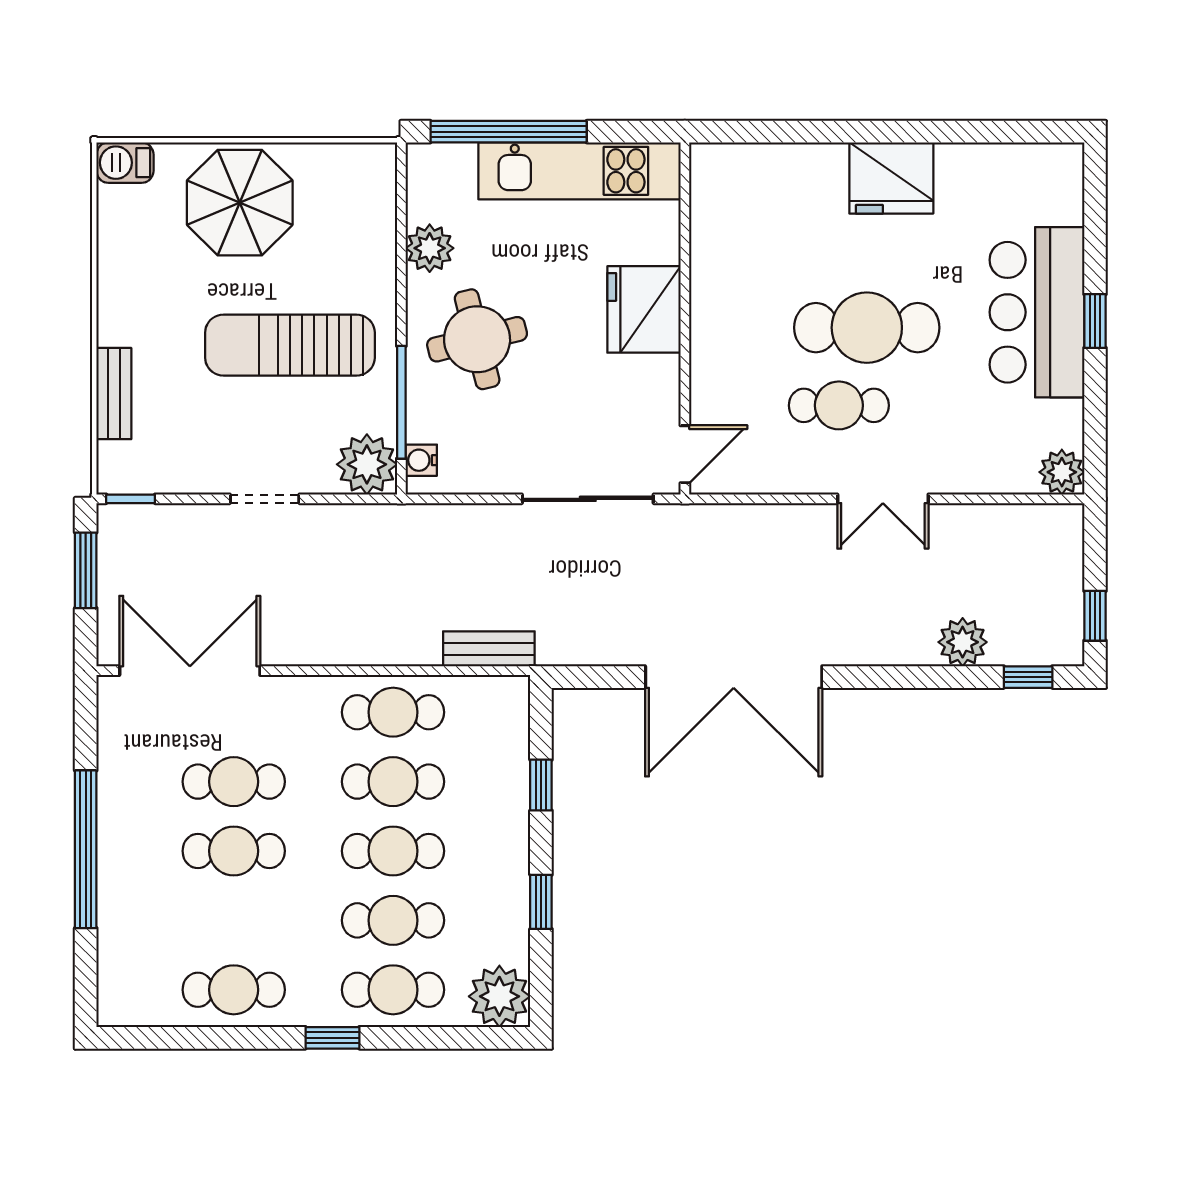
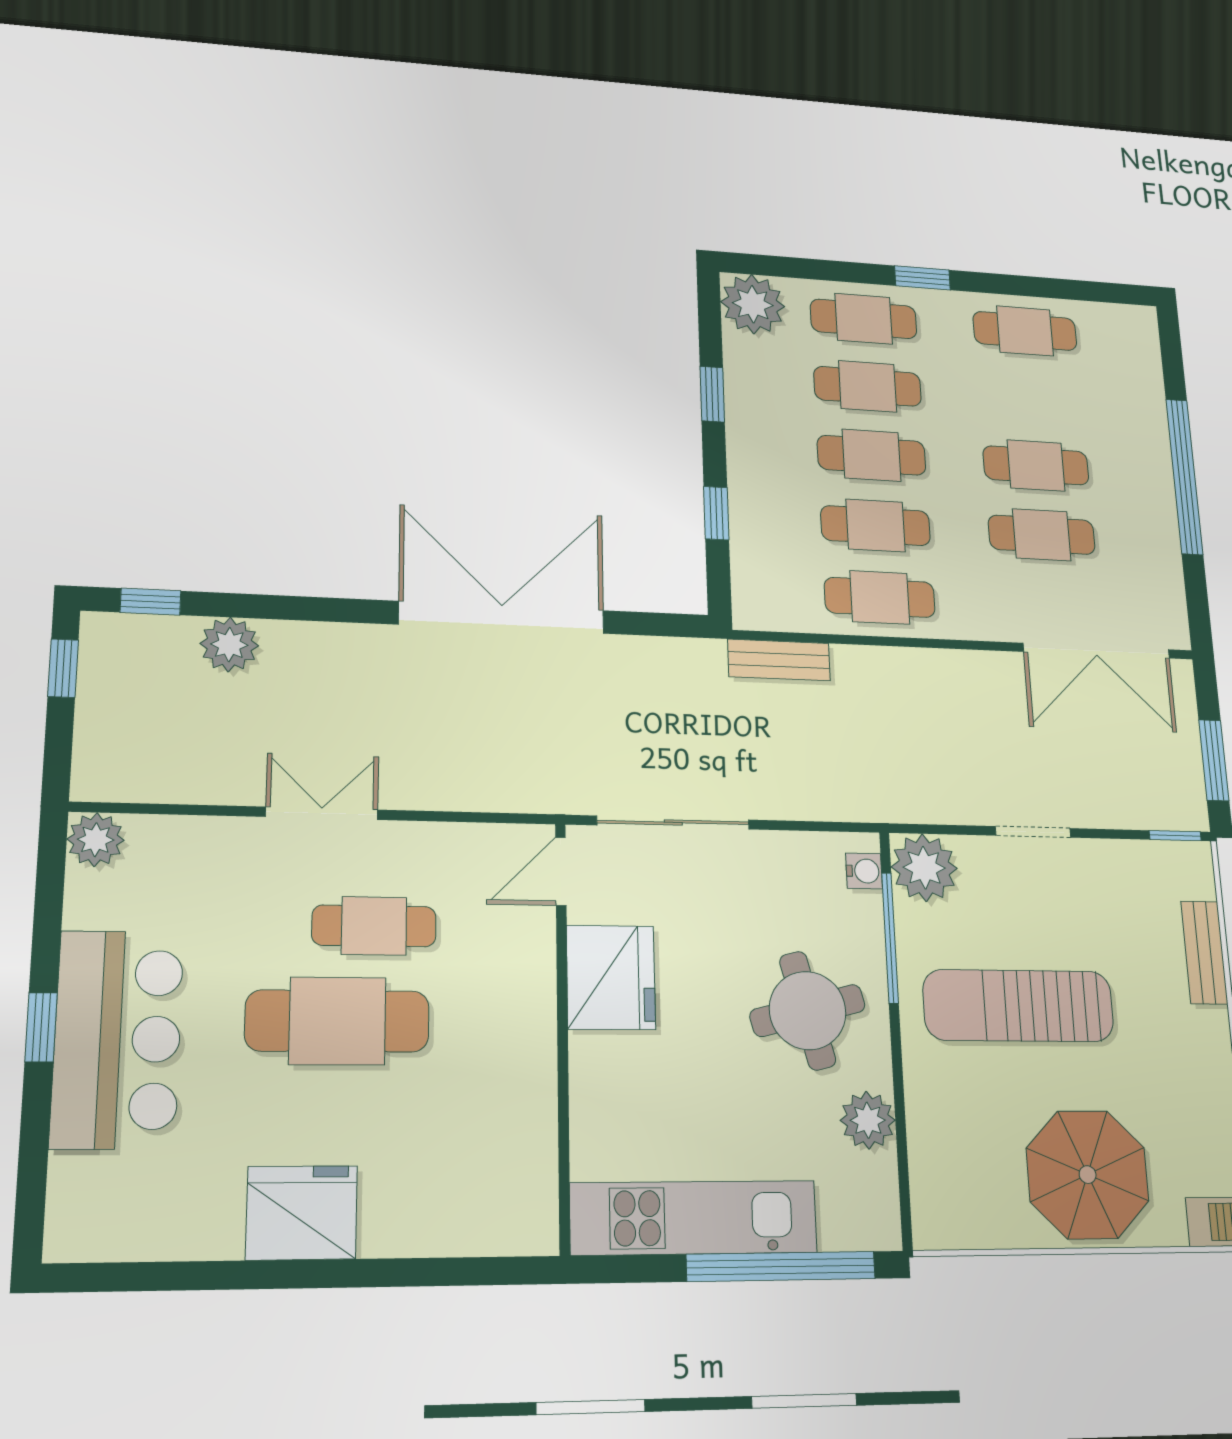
fridge: (644, 309) -> (611, 977), moved
sun lounger: (290, 345) -> (1019, 1006), turned 180

